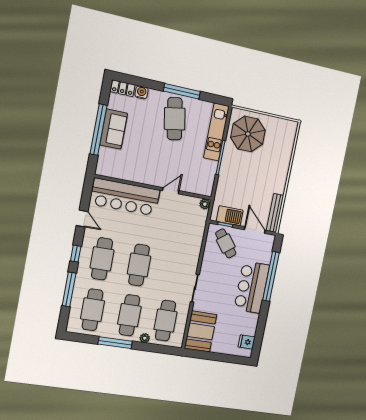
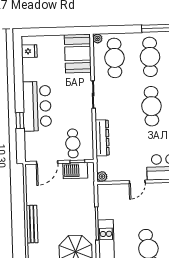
bench: (275, 213) -> (32, 224), moved
door: (255, 230) -> (47, 162), hinge flipped
dresser: (196, 243) -> (102, 138), added
cafe table: (226, 243) -> (73, 143), turned 38
window: (271, 276) -> (20, 120), width x0.32
plant: (145, 338) -> (97, 39), moved

